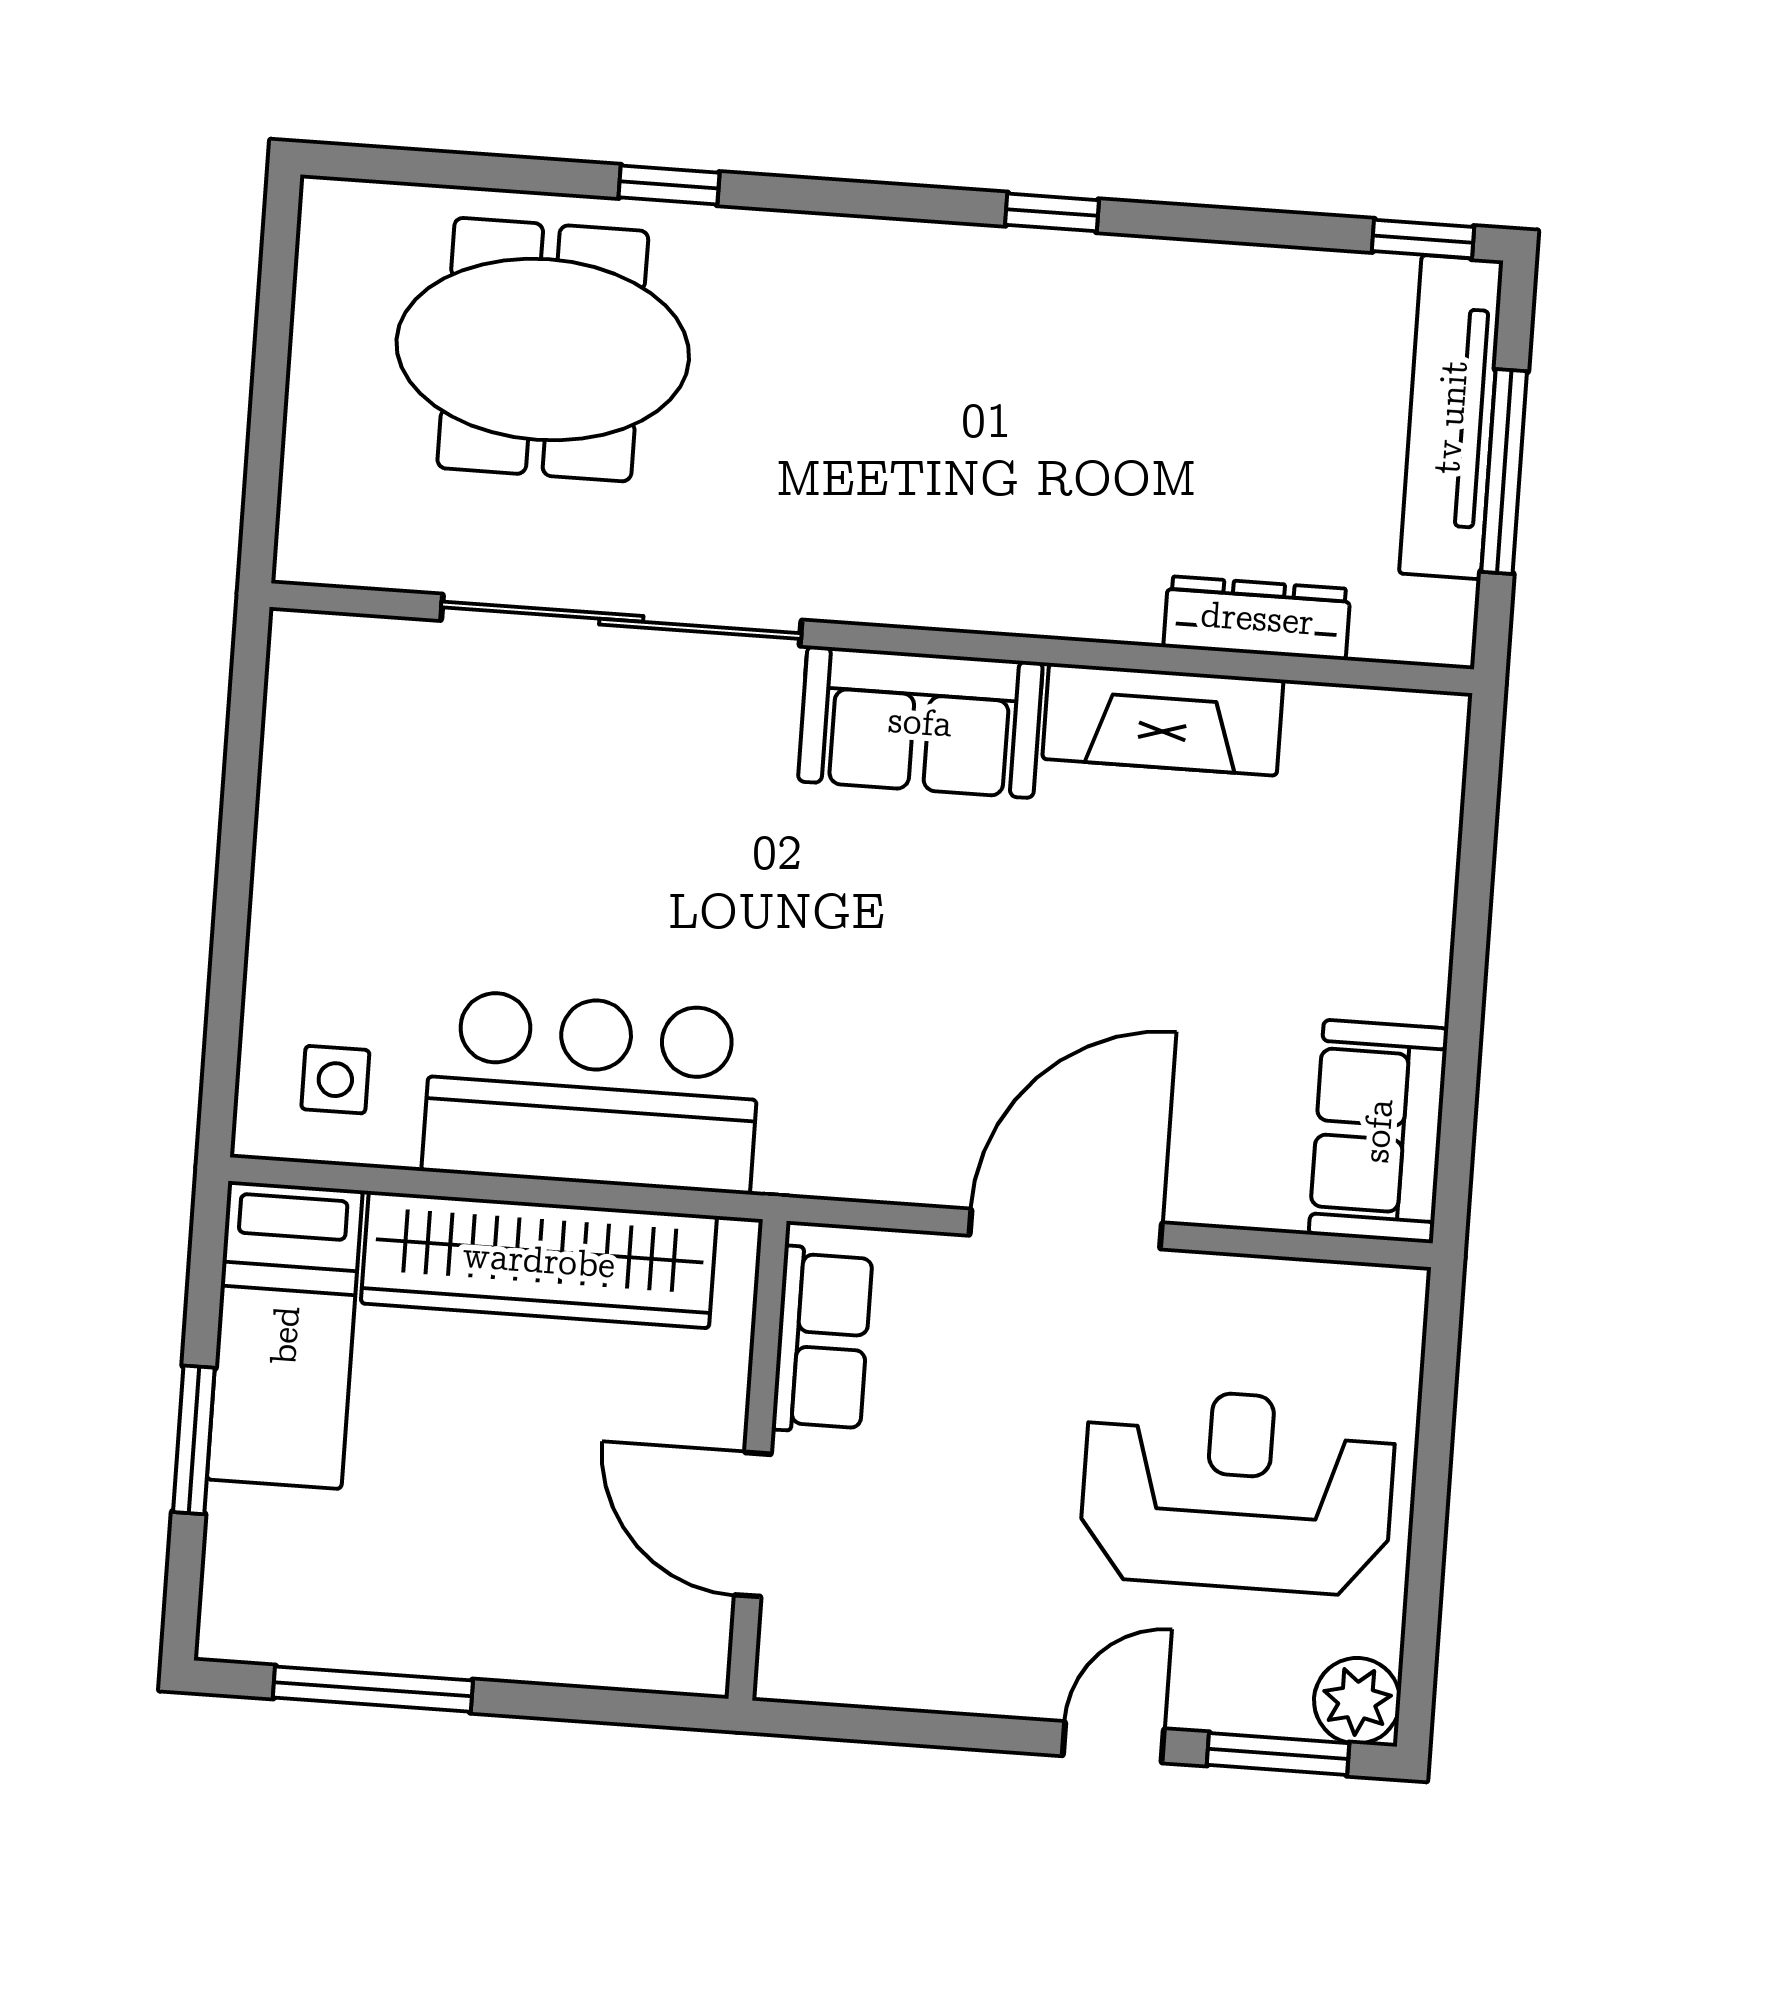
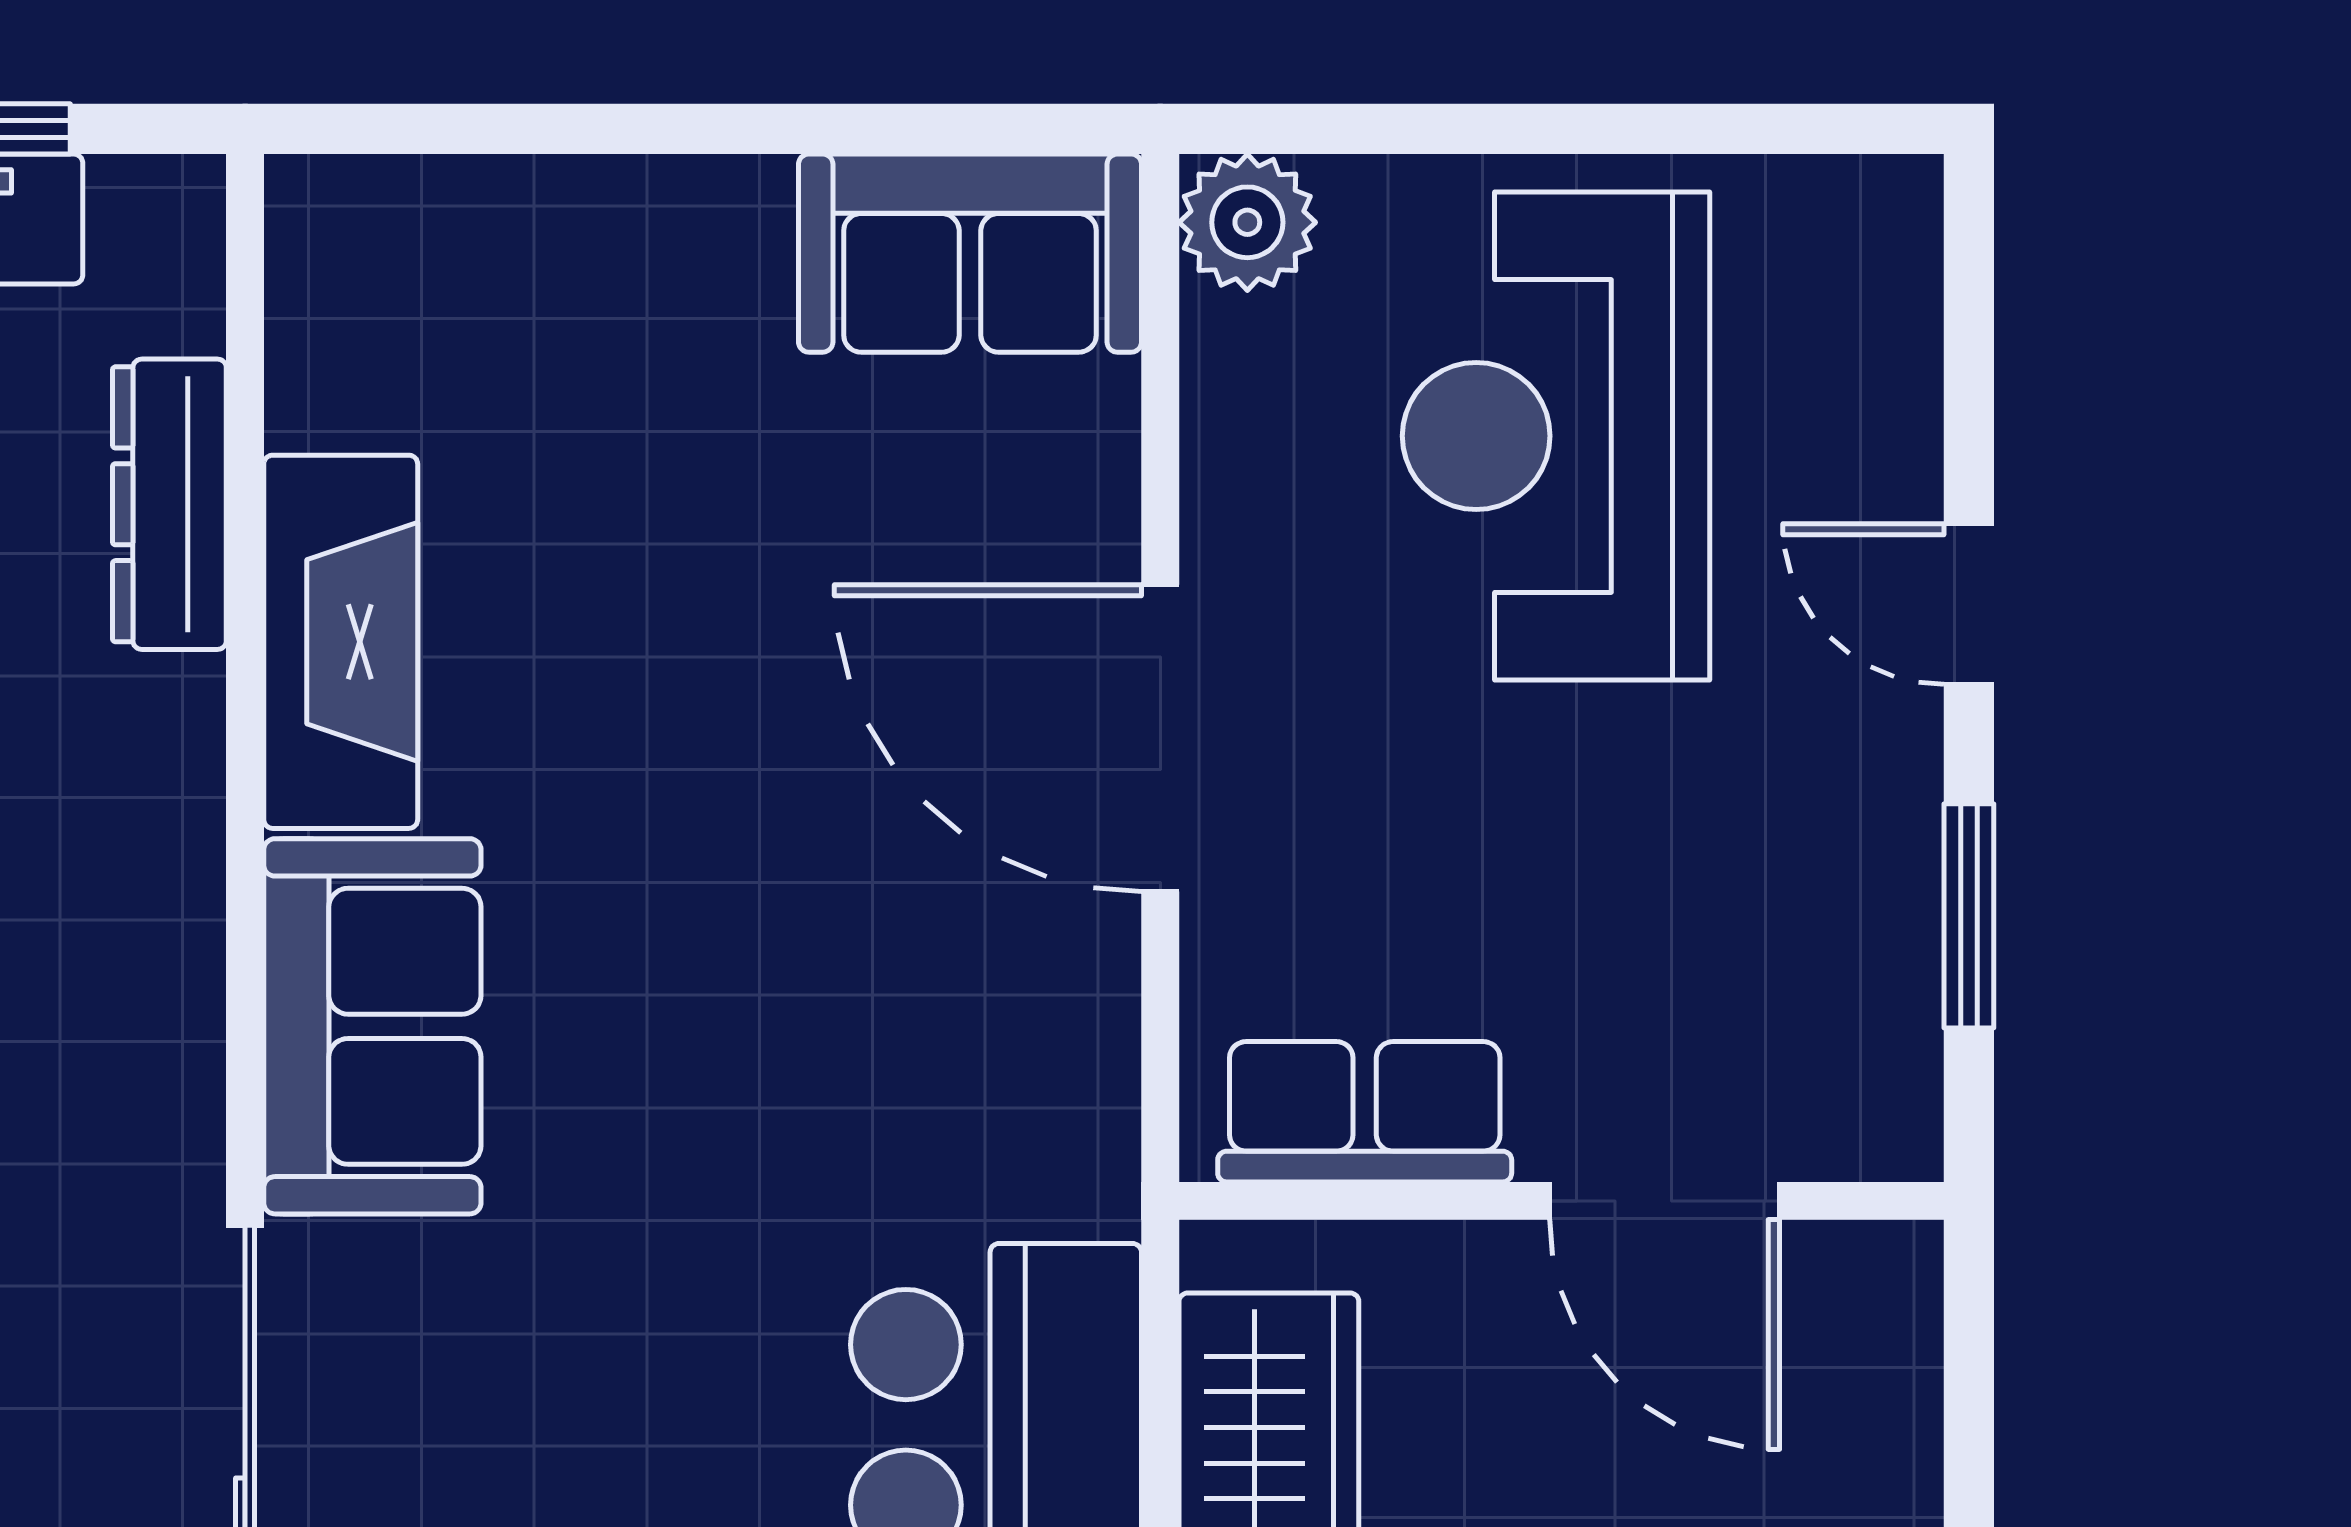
door: (753, 1525) -> (1665, 1201), hinge flipped
plant: (1357, 1701) -> (1247, 222), moved
window: (1278, 1754) -> (1969, 916), moved

